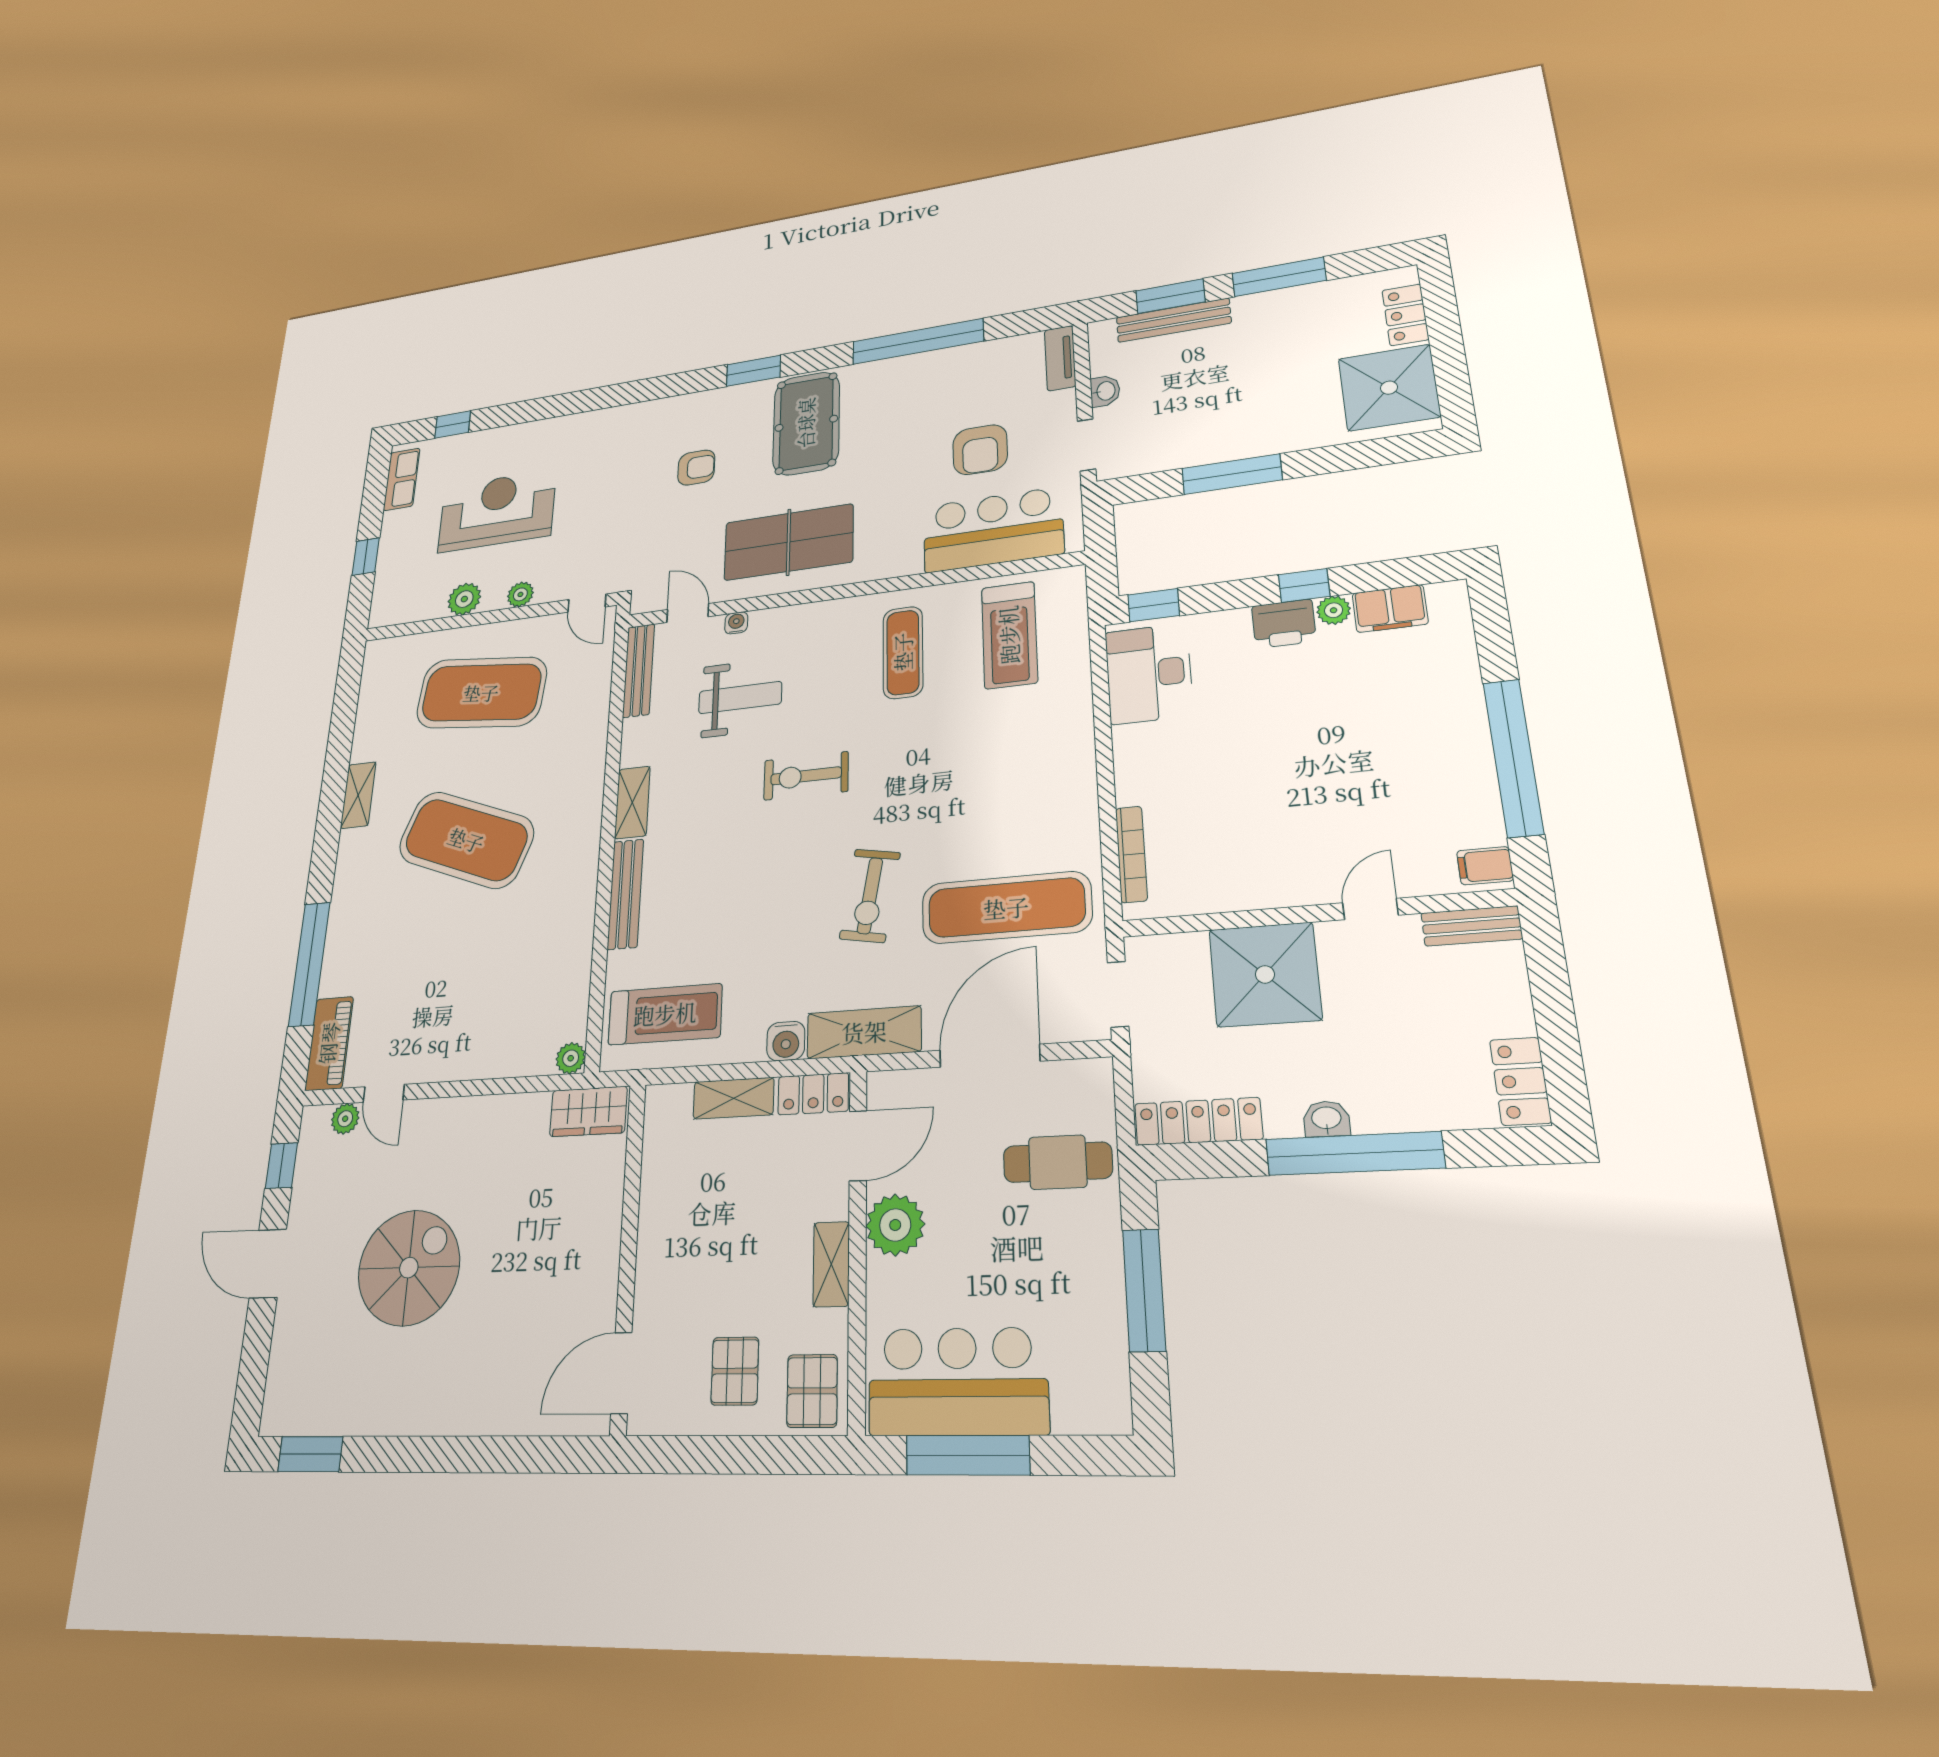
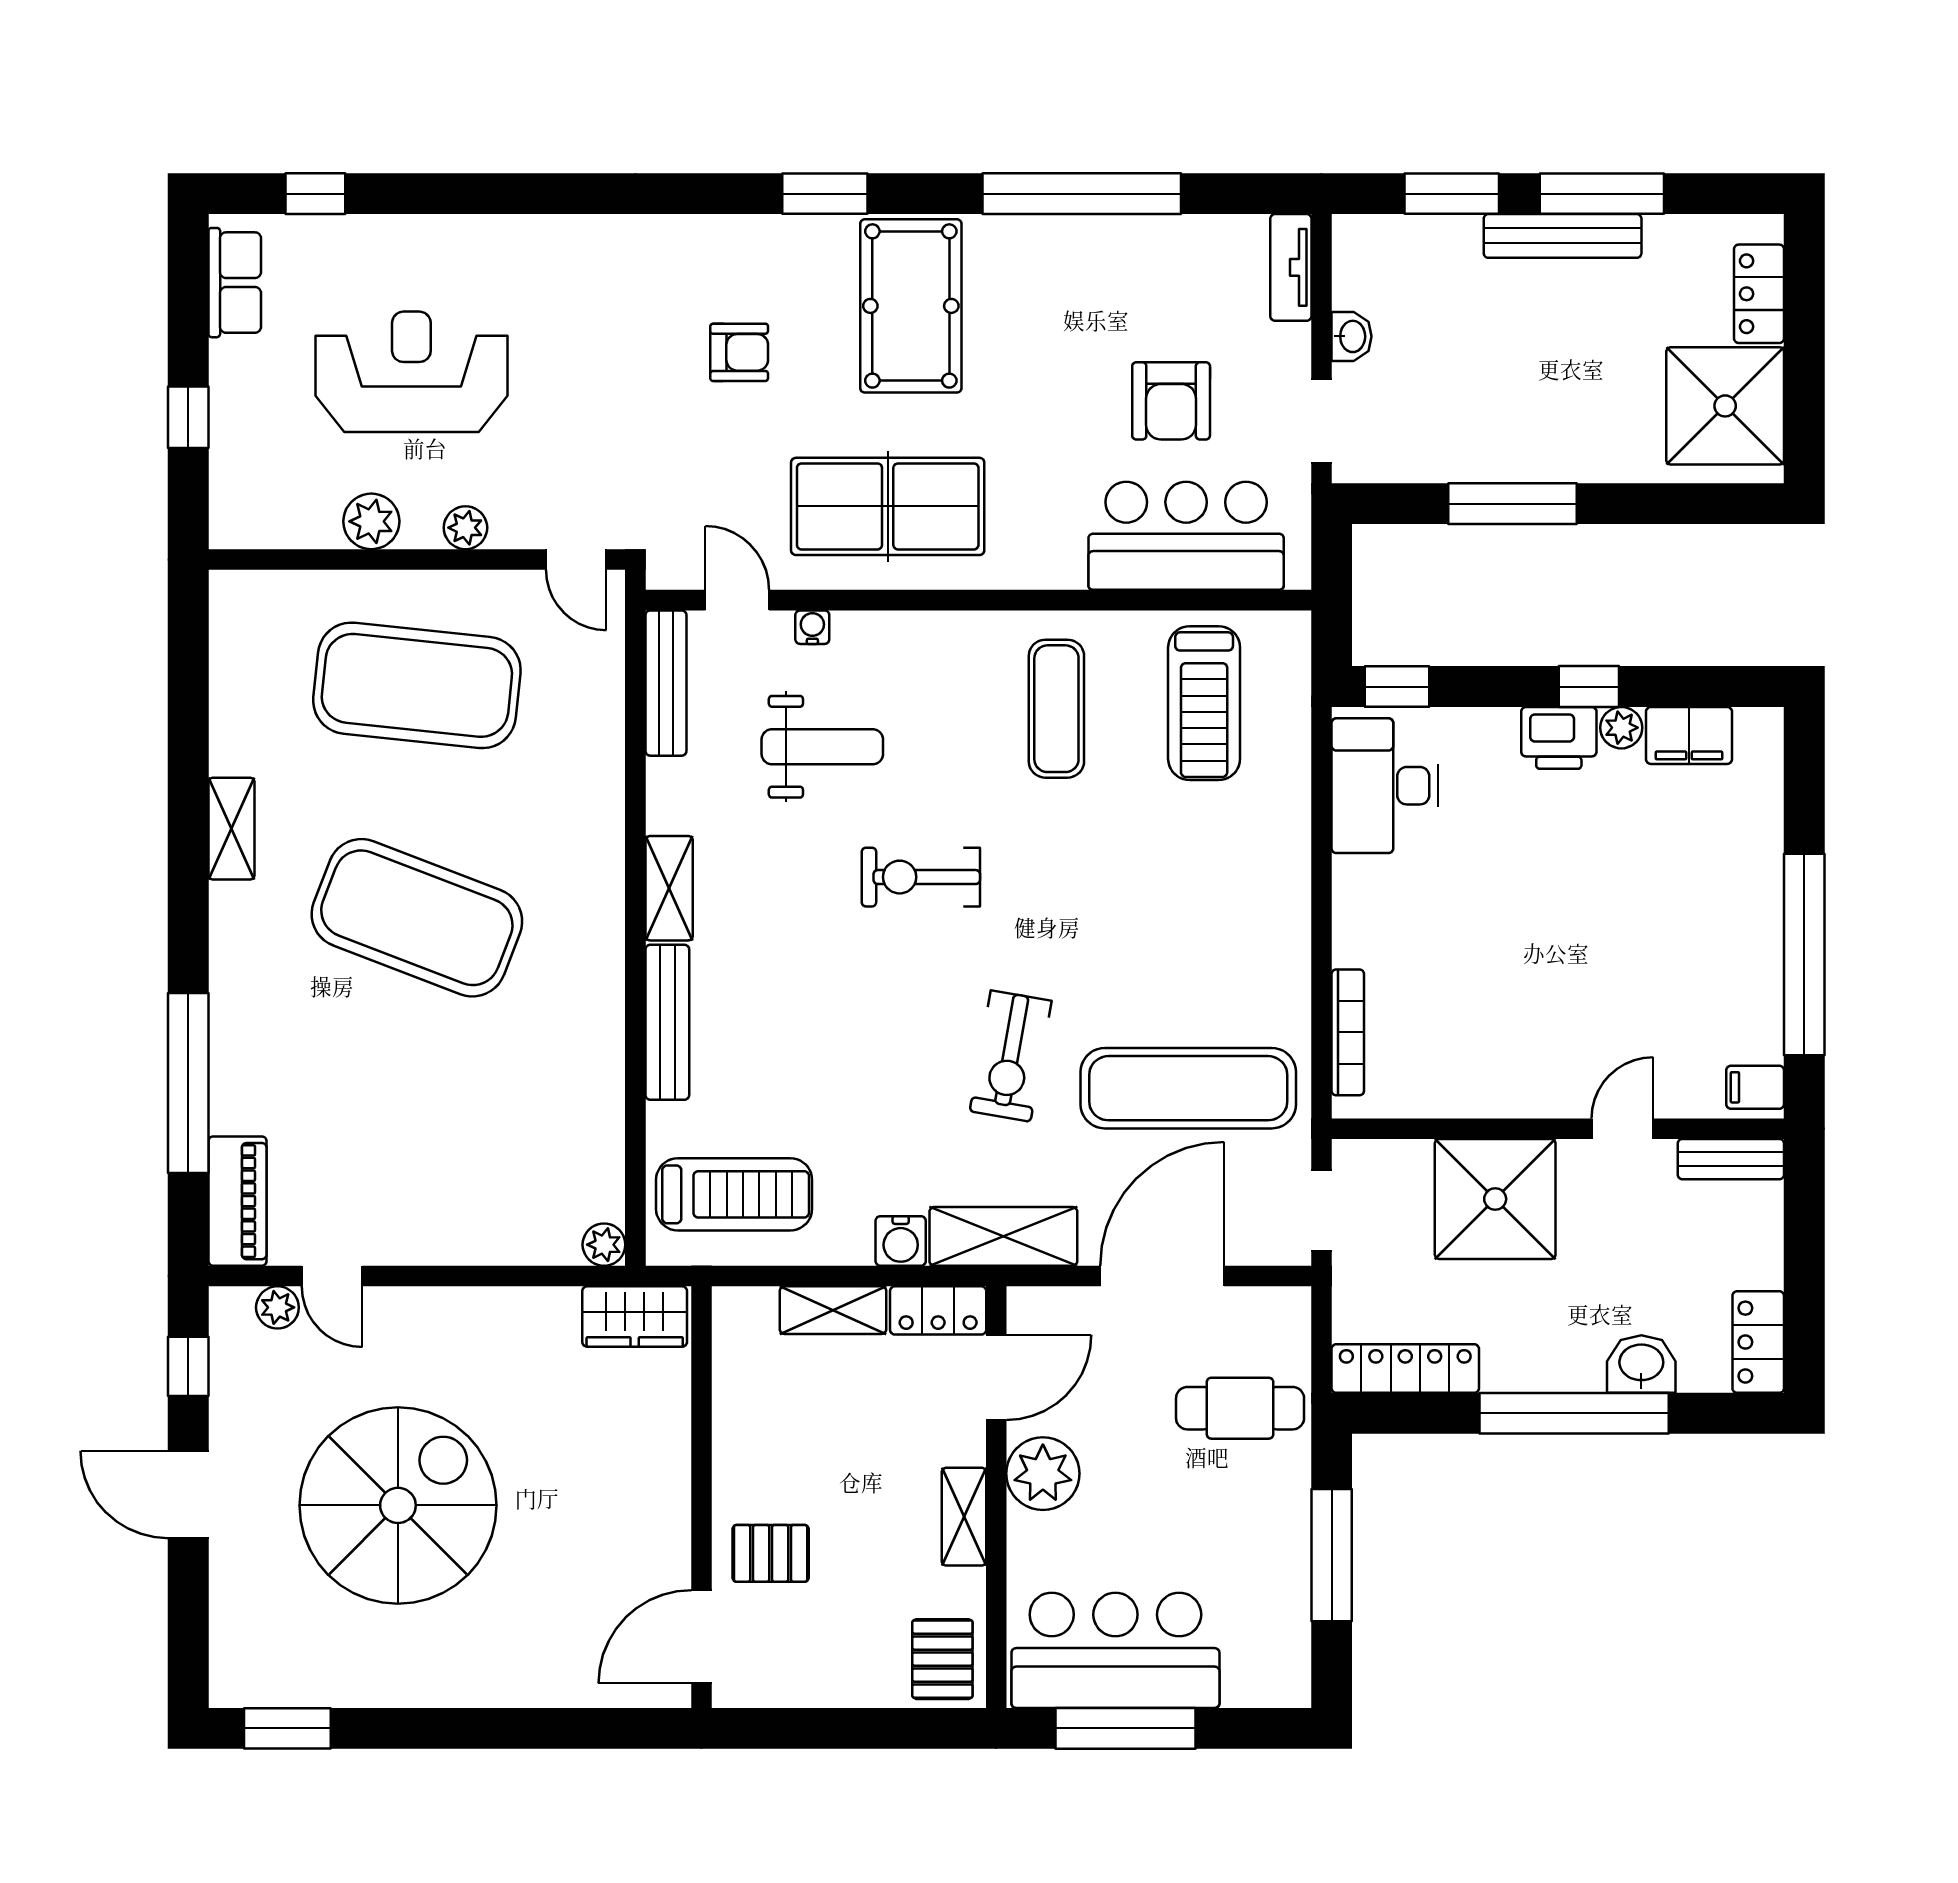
bench: (1173, 320) -> (1563, 236), moved
washbasin: (1326, 1119) -> (1641, 1364), moved, width x1.38, depth x1.45
spiral stairs: (409, 1268) -> (398, 1505), width x1.37, depth x1.37
pallet: (735, 1371) -> (771, 1553), moved, turned 90

